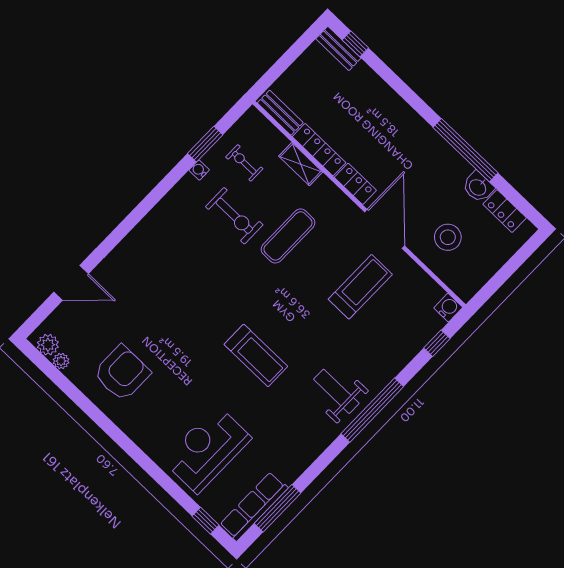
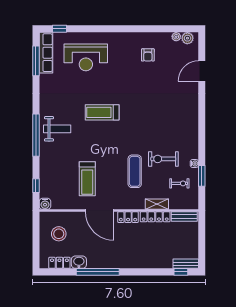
stool: (448, 237) -> (59, 234), moved
armchair: (122, 373) -> (148, 55), width x0.53, depth x0.53
reception desk: (207, 449) -> (86, 57), turned 90

